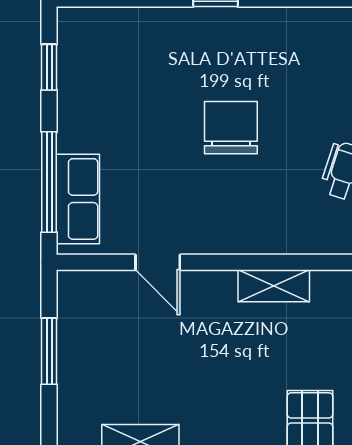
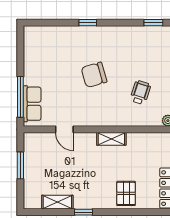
window: (49, 67) -> (20, 50), removed
chair: (231, 128) -> (94, 75), turned -106

